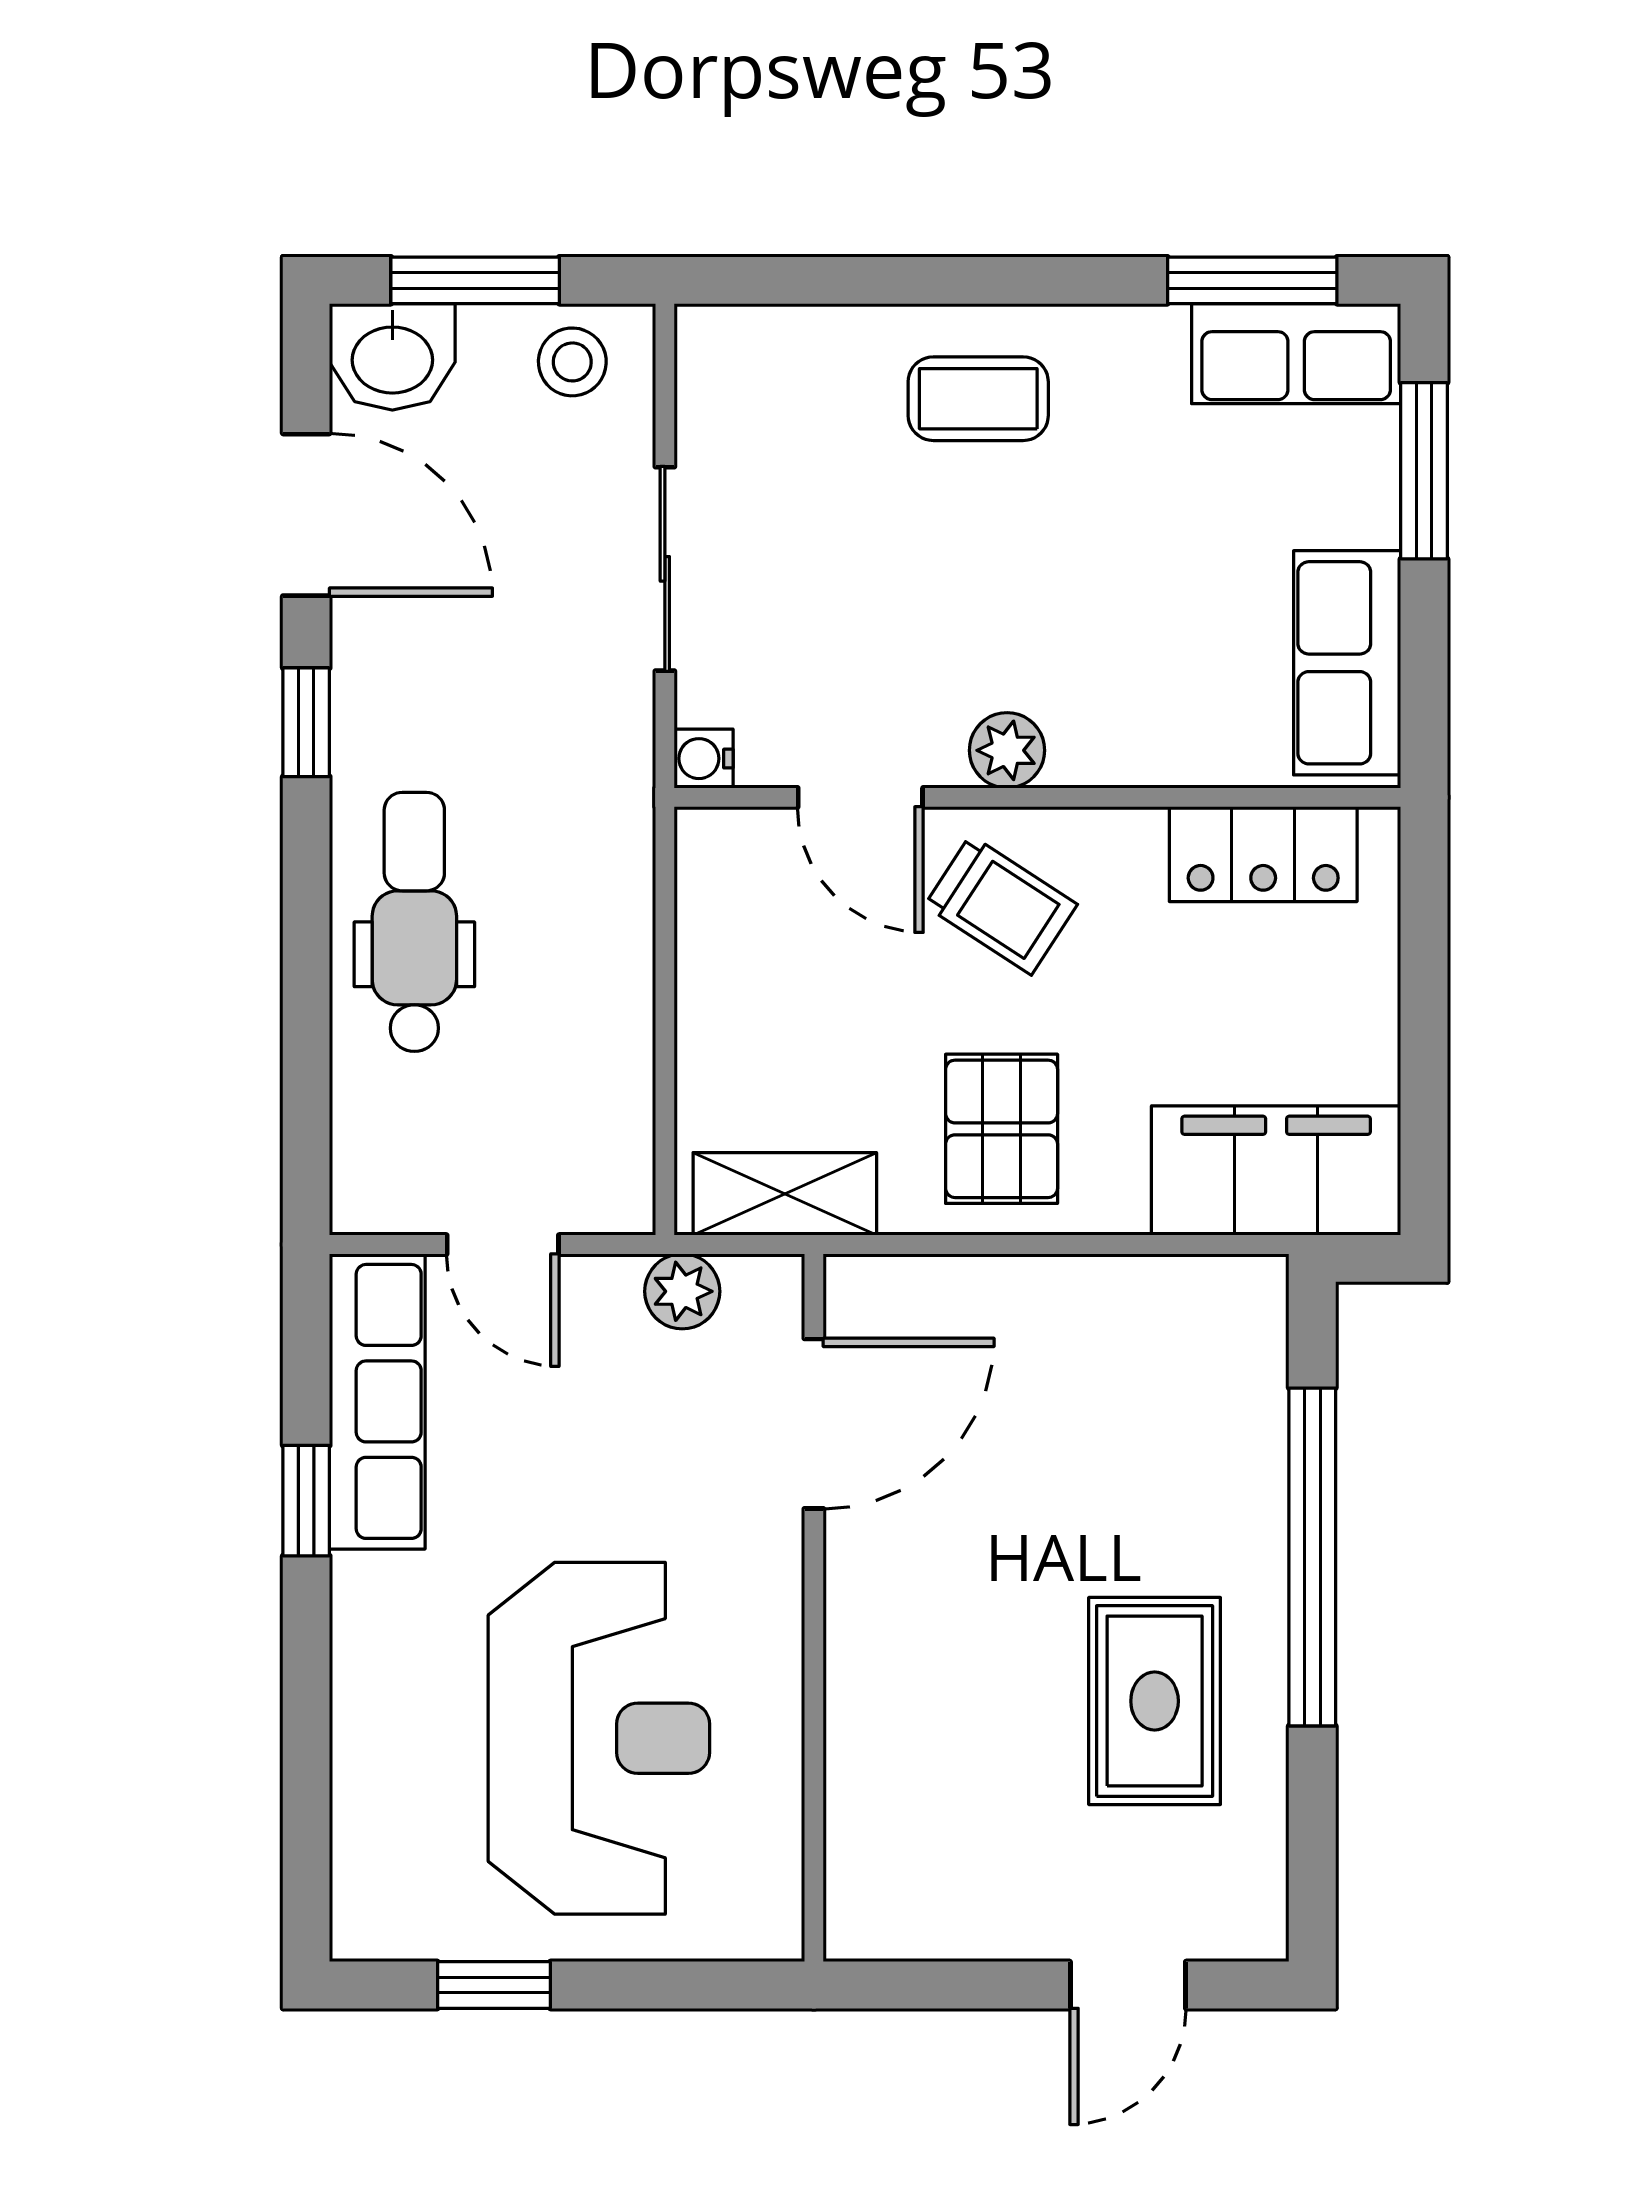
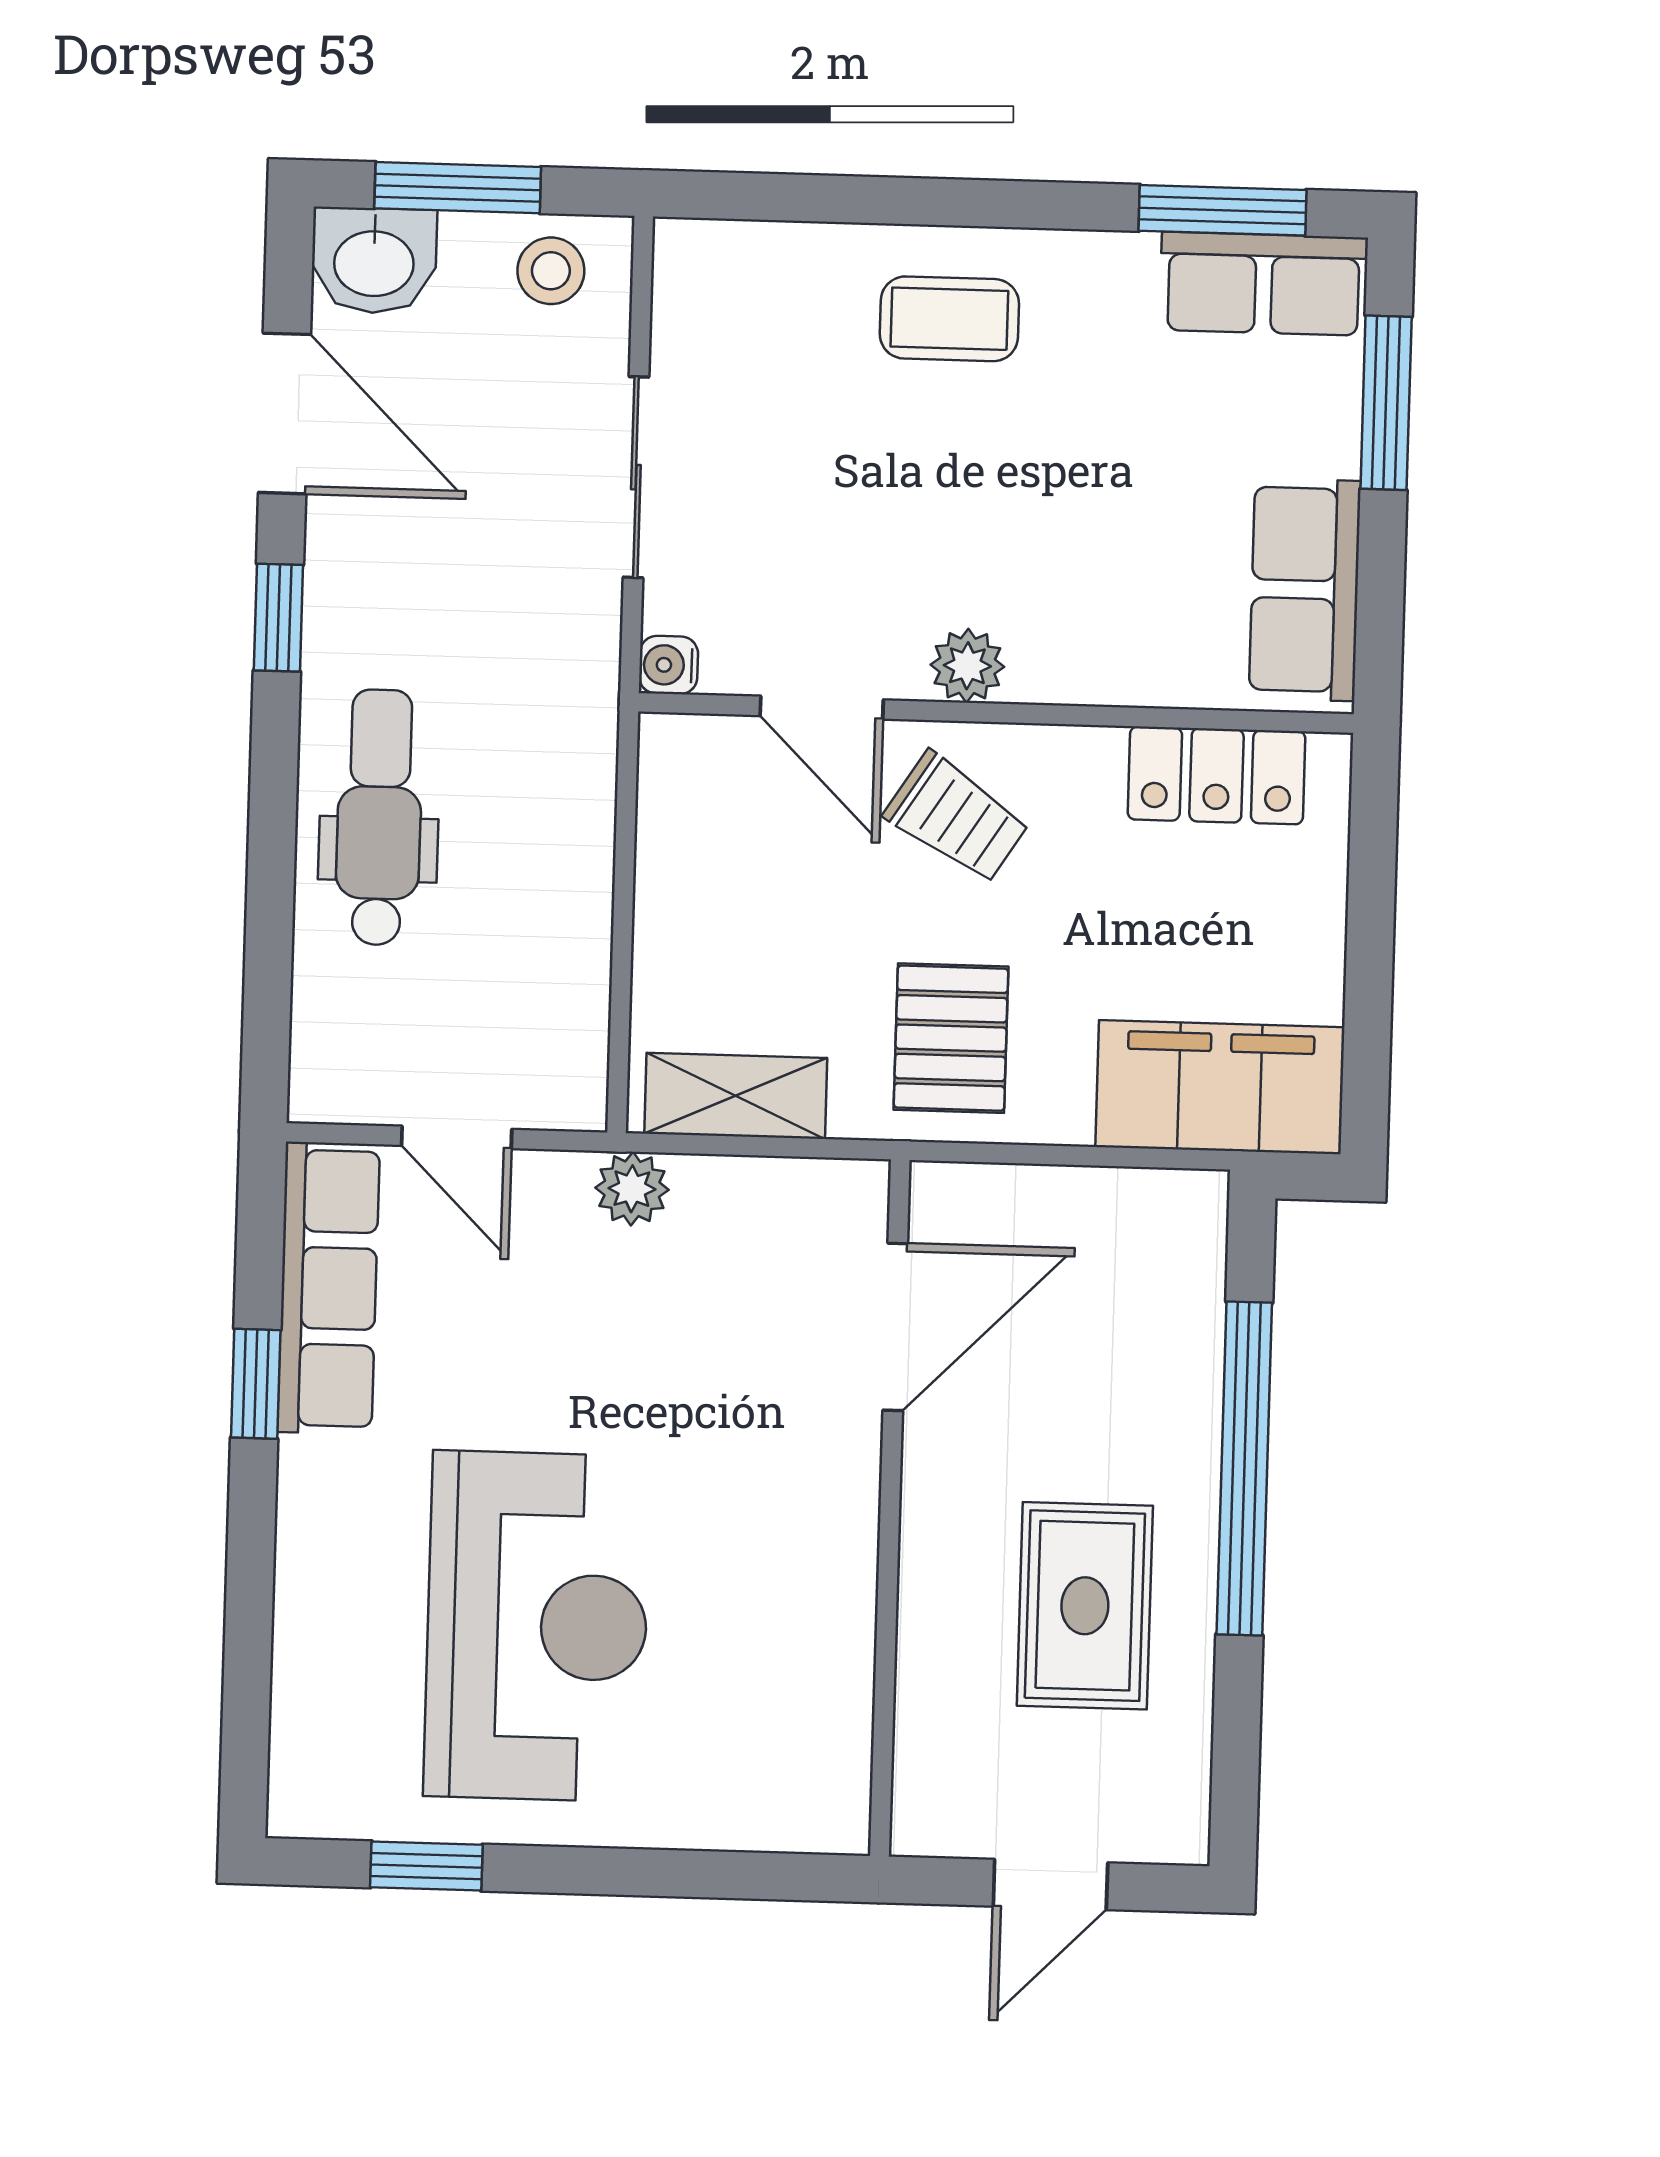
door: (814, 1424) -> (895, 1327), moved
wall: (814, 1608) -> (890, 1508), moved

